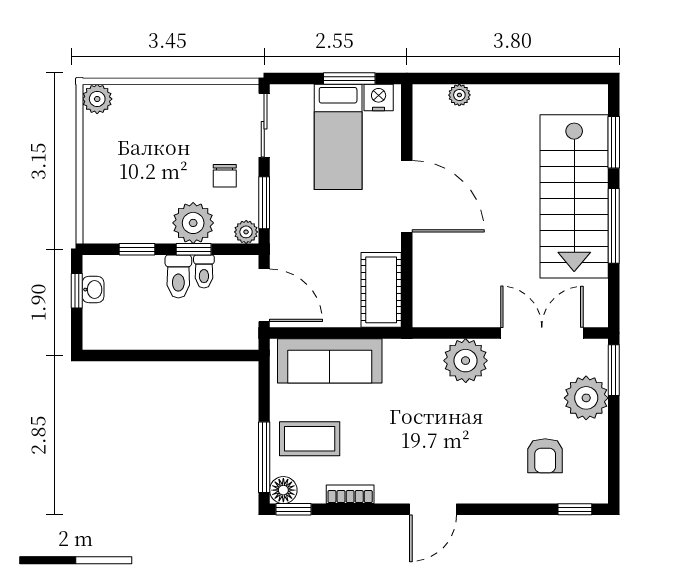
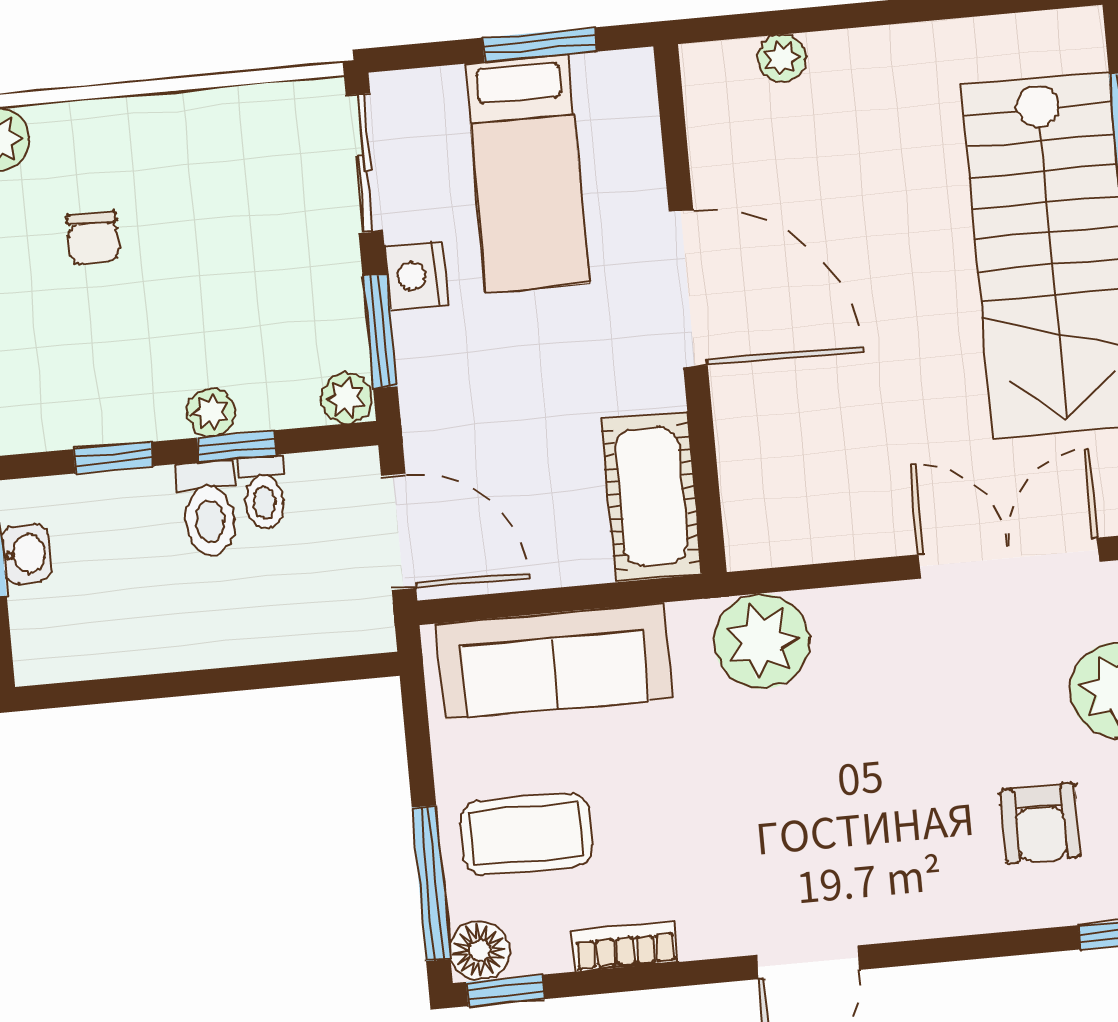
nightstand: (379, 97) -> (416, 276), moved, turned -90
chair: (225, 176) -> (93, 238), moved
plant: (193, 223) -> (211, 412), width x0.53, depth x0.53
plant: (466, 361) -> (762, 641), moved

